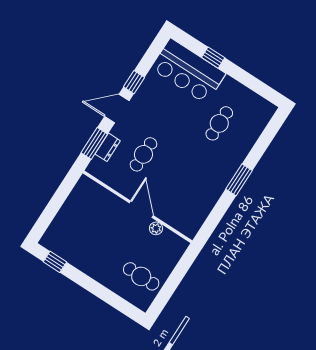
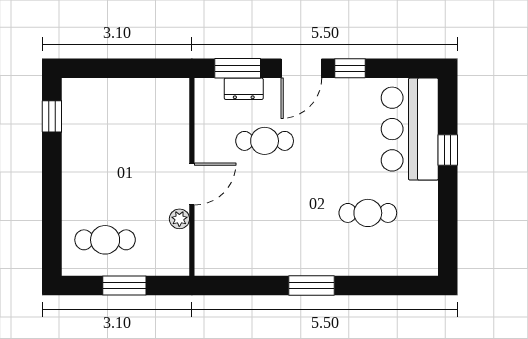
door: (117, 109) -> (301, 68), swing flipped
cafe table: (141, 276) -> (105, 240), turned 90
window: (173, 282) -> (124, 286), added

